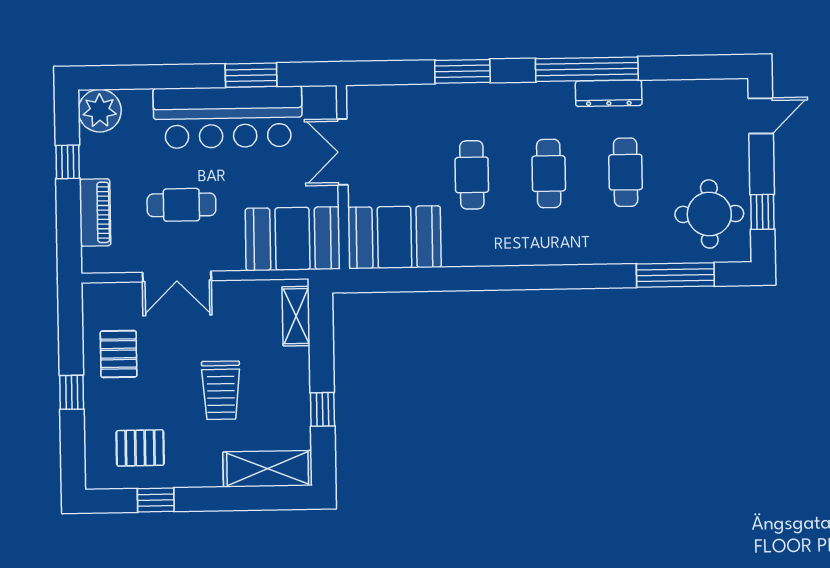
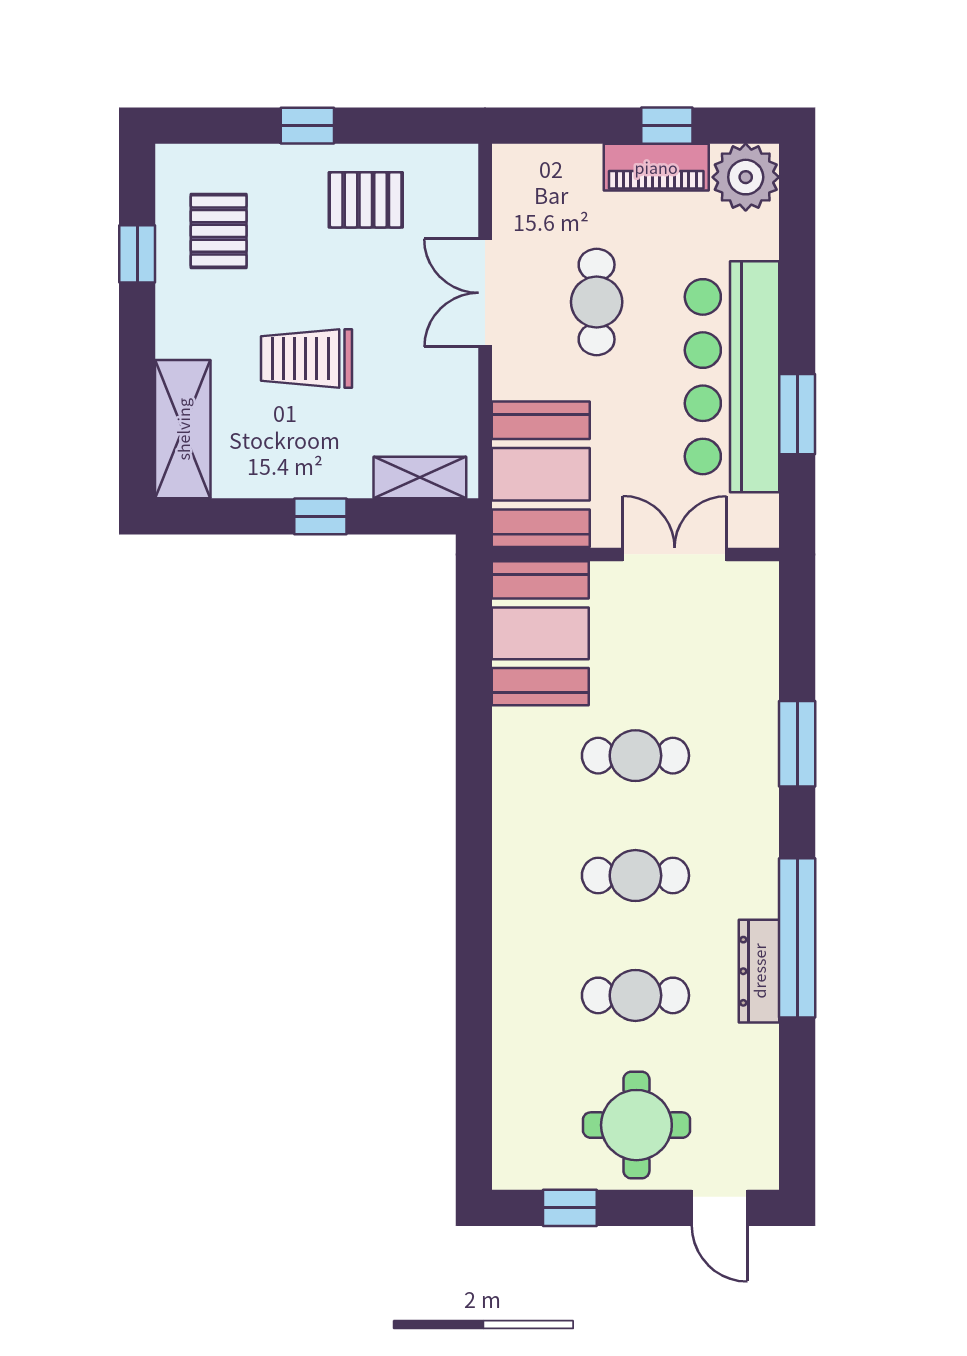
piano: (95, 212) -> (656, 167), moved
round table: (709, 214) -> (636, 1125), moved
window: (675, 275) -> (474, 1070), removed
window: (322, 409) -> (320, 516), moved

